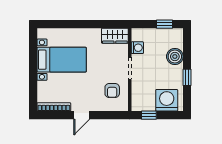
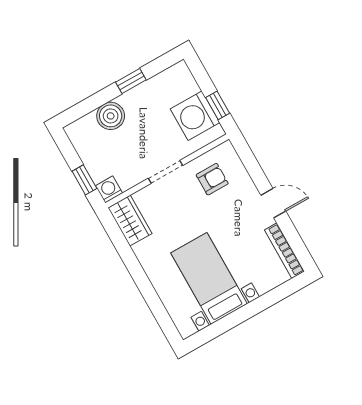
window: (164, 24) -> (84, 180), moved
washing machine: (137, 48) -> (109, 189), moved
washing machine: (167, 100) -> (195, 116), moved

